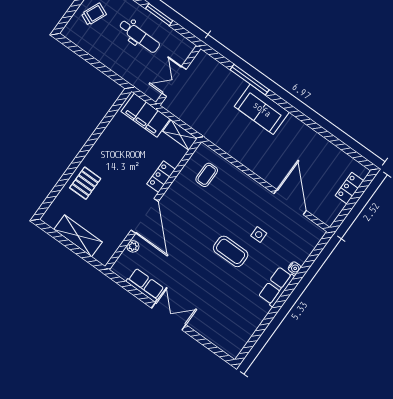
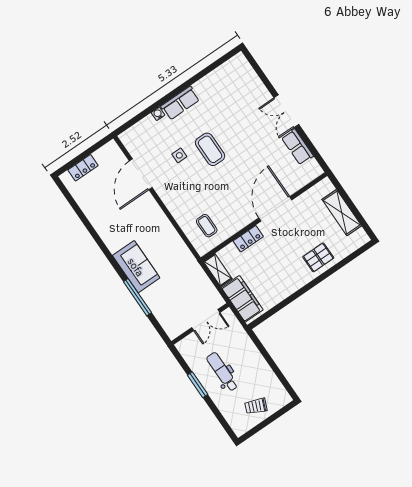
coffee table: (207, 175) -> (207, 226), turned 90
plant: (133, 246) -> (296, 185), removed

